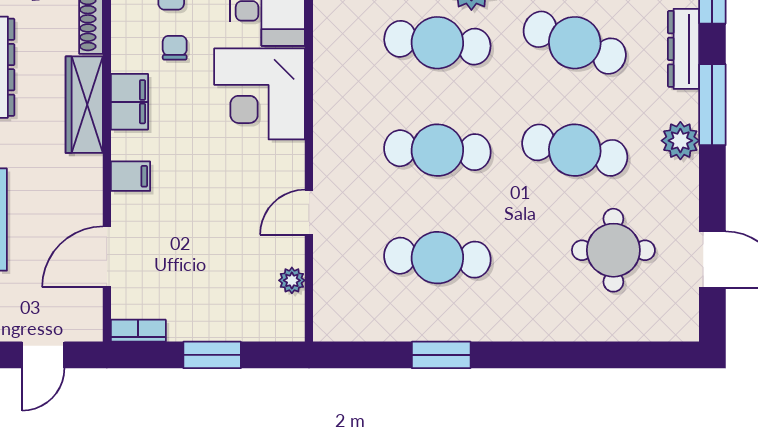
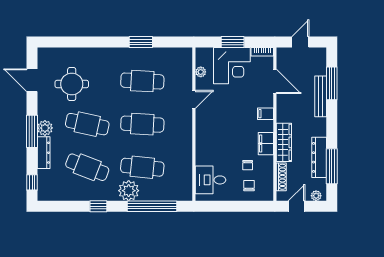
dresser: (684, 49) -> (44, 153), moved
corner desk: (259, 94) -> (232, 66), moved, turned 90
window: (712, 105) -> (32, 131), moved
door: (107, 257) -> (275, 81), hinge flipped

